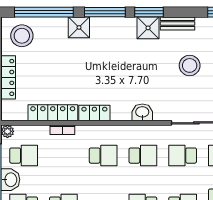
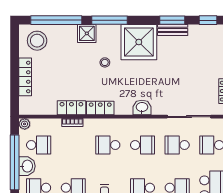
window: (149, 12) -> (172, 20), moved
shower: (148, 28) -> (139, 42), width x1.86, depth x1.86
stool: (190, 65) -> (105, 62), moved, width x0.53, depth x0.53
locker: (53, 113) -> (71, 108), width x0.66
school desk: (103, 156) -> (108, 145), turned 180

